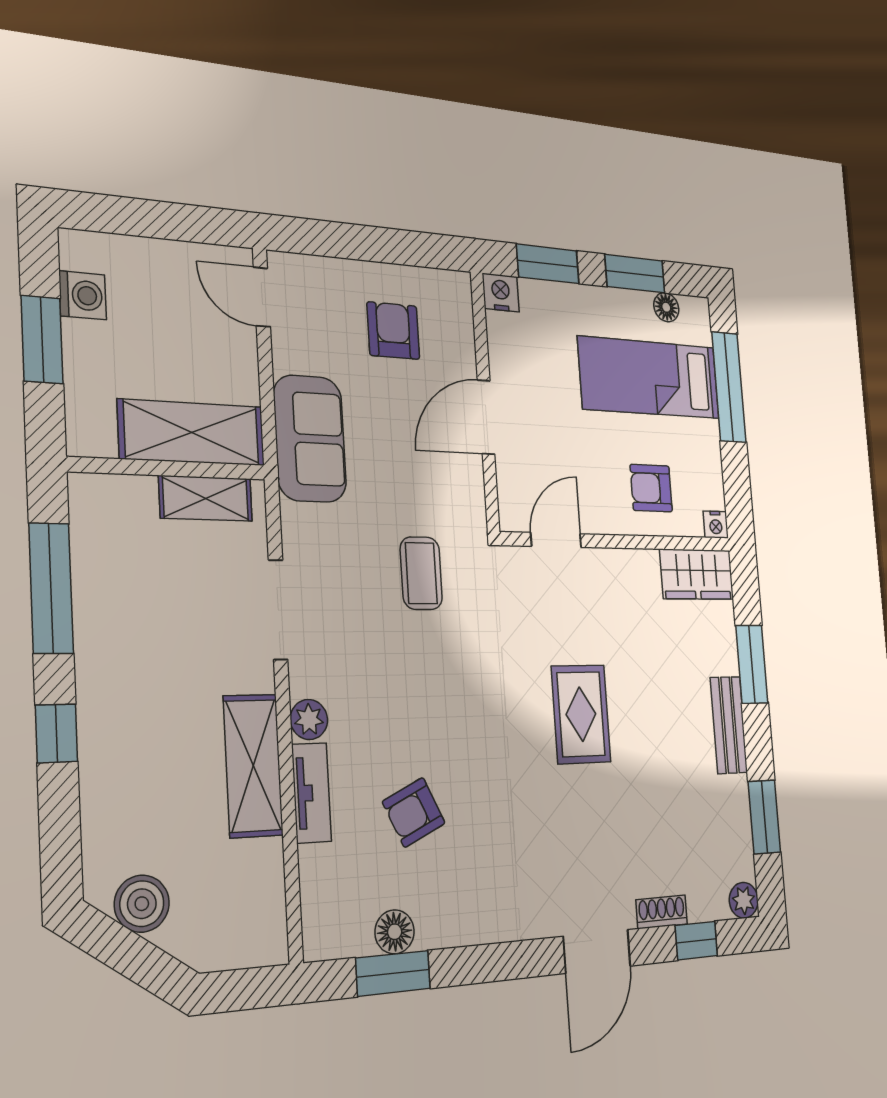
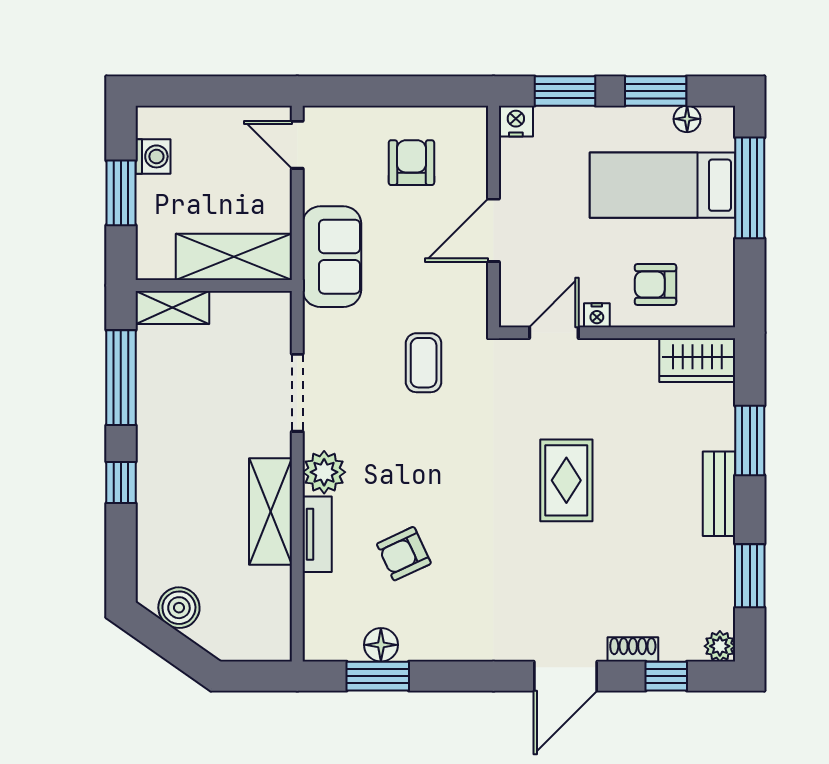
shelving: (206, 498) -> (172, 307), moved
nightstand: (716, 525) -> (597, 315), moved
plant: (309, 719) -> (324, 472), width x1.38, depth x1.38

